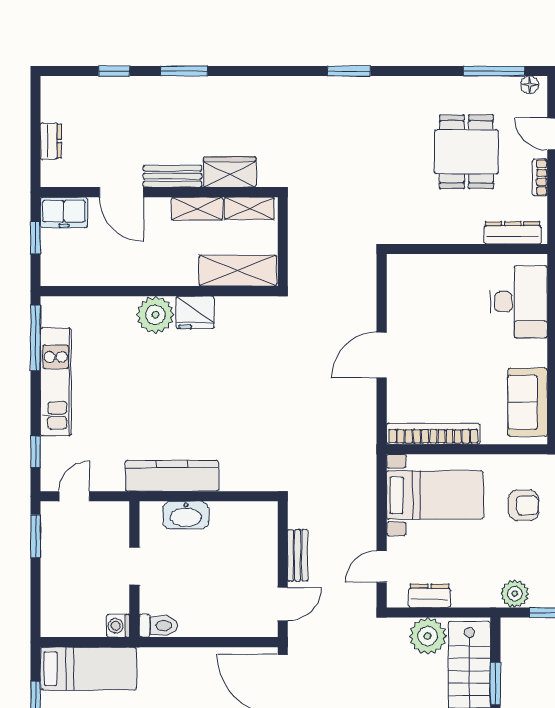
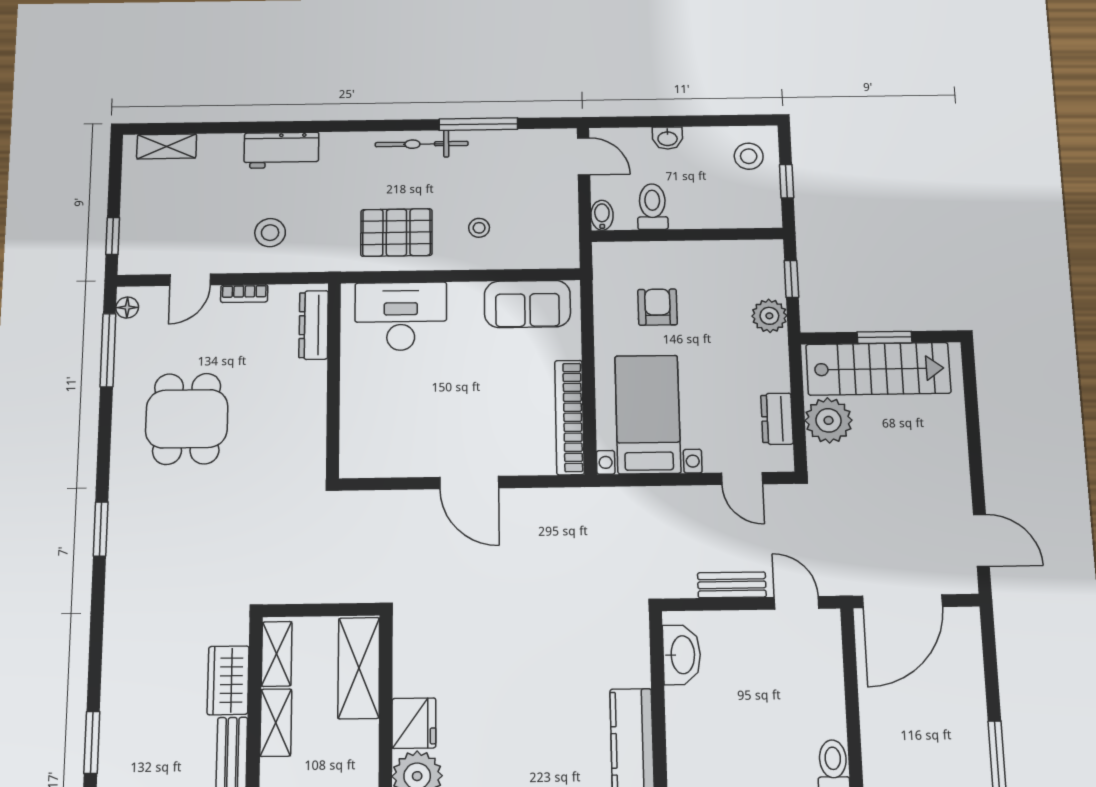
dining table: (466, 152) -> (187, 419), moved, turned 90
washbasin: (186, 515) -> (682, 655), moved

